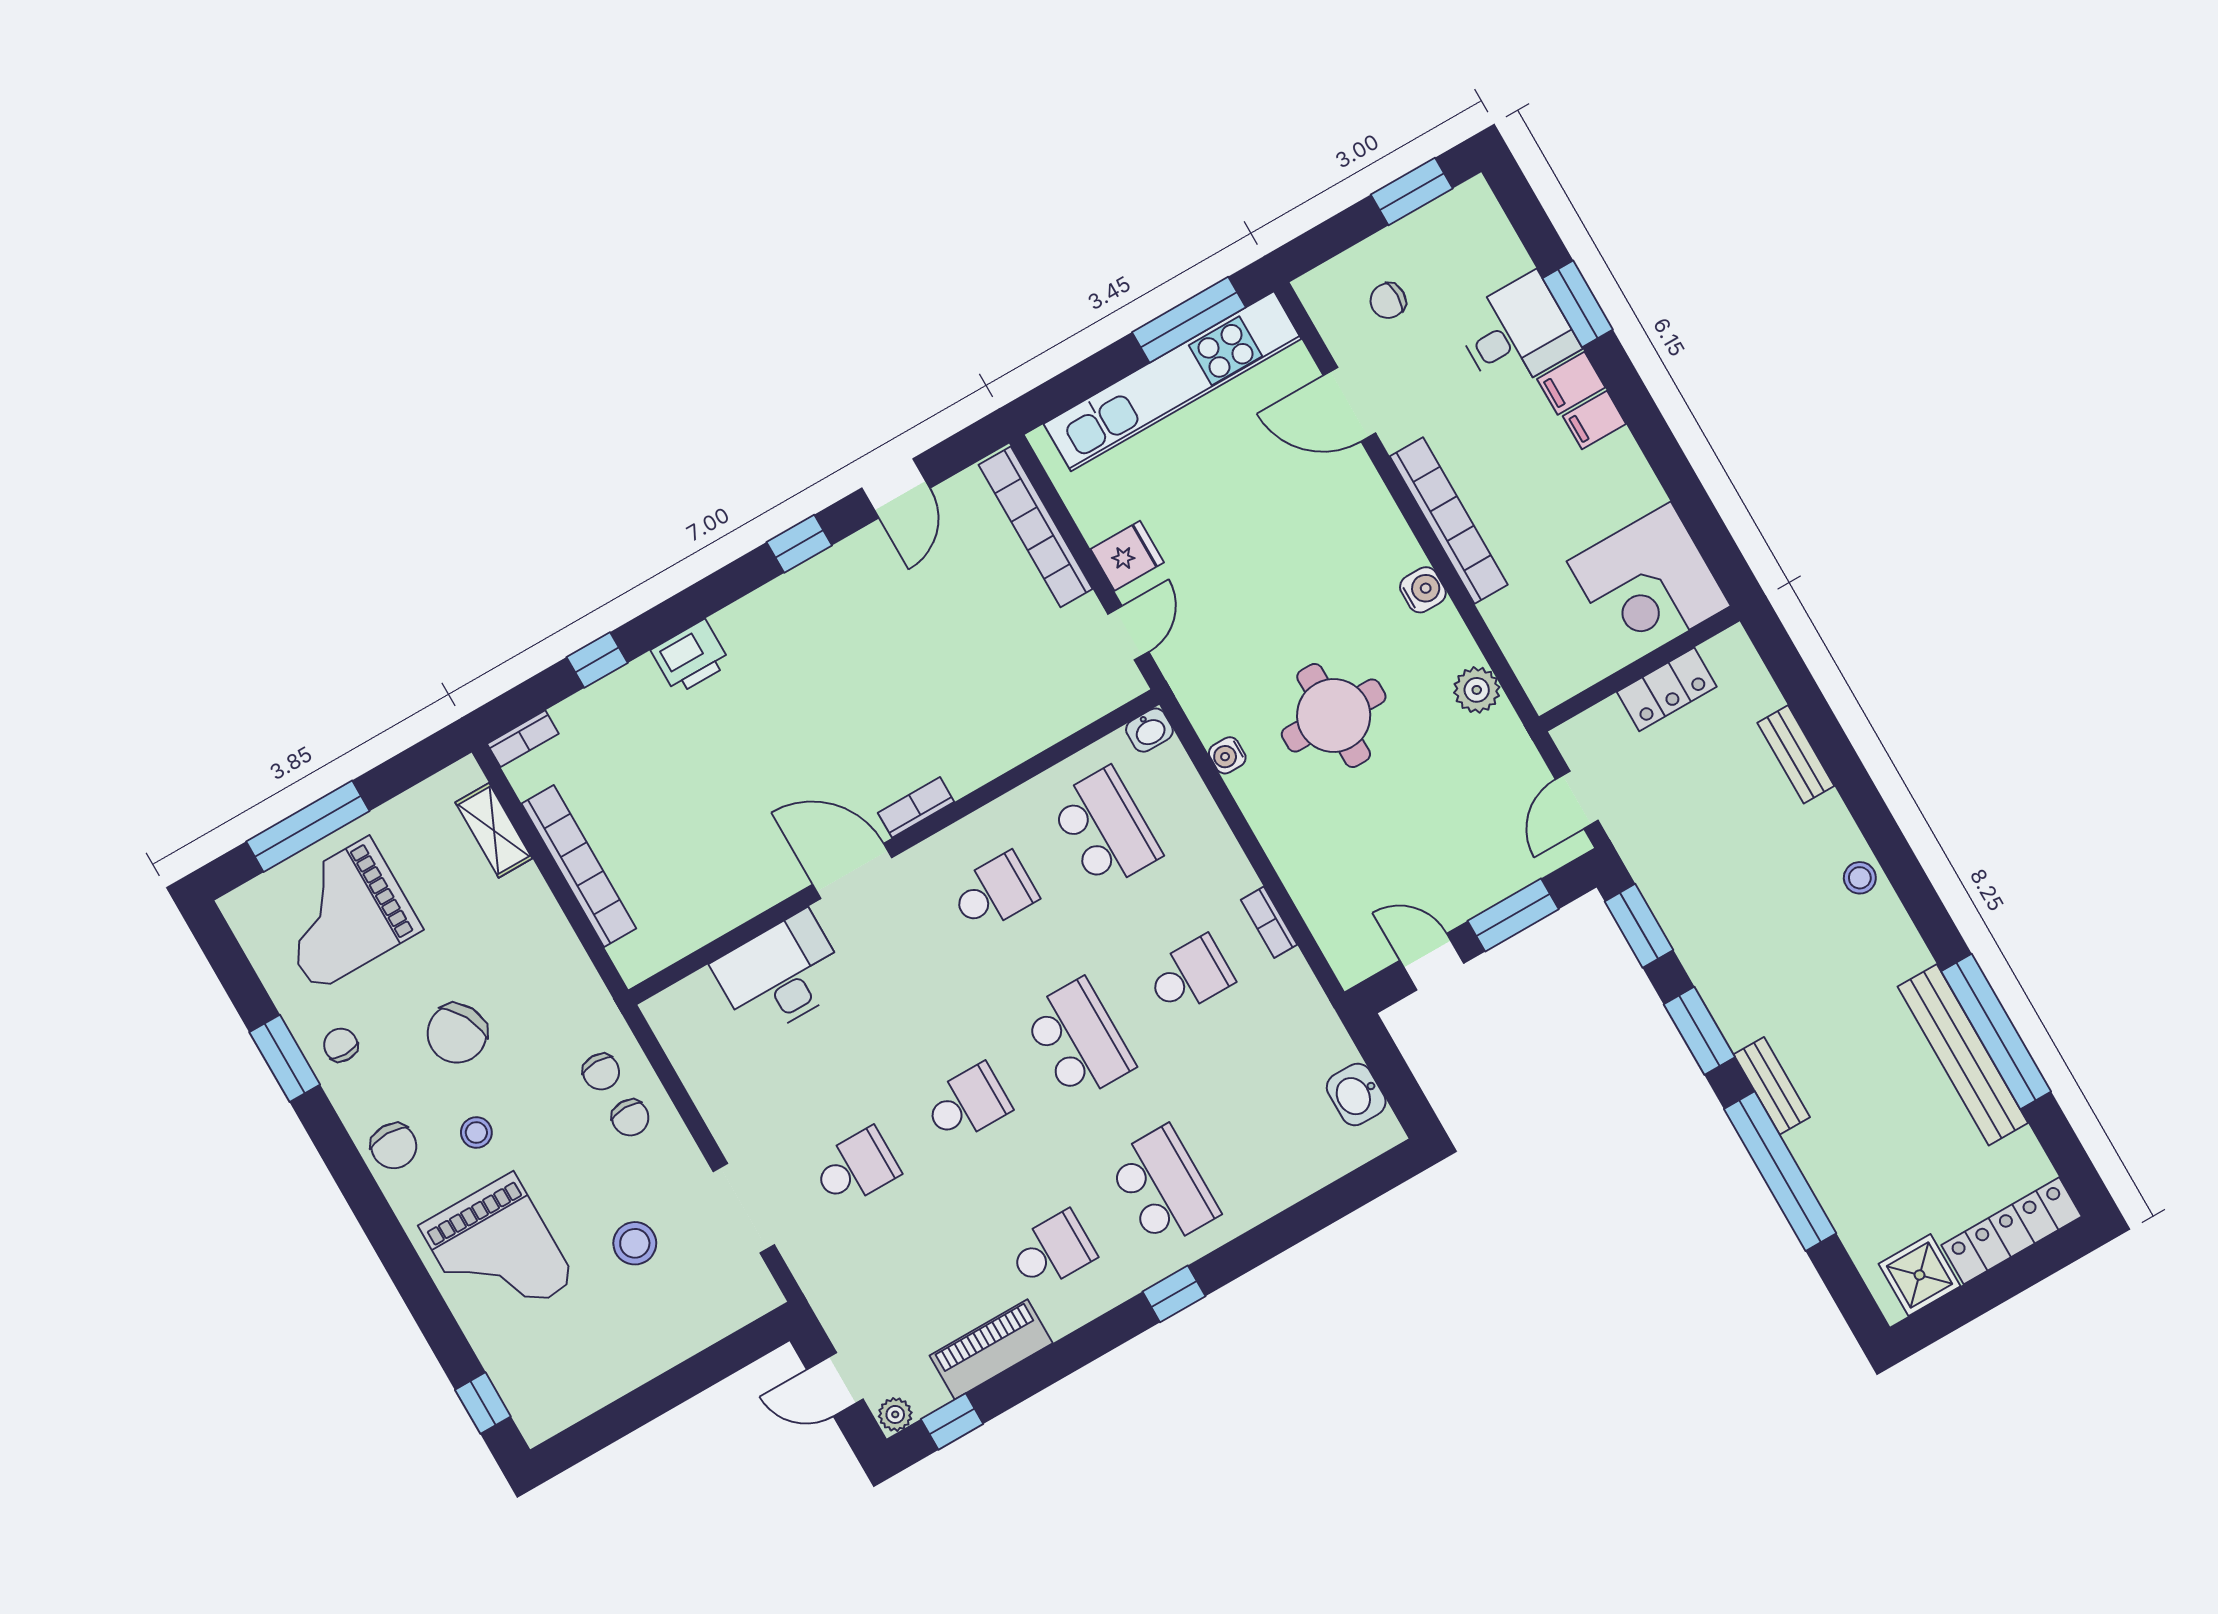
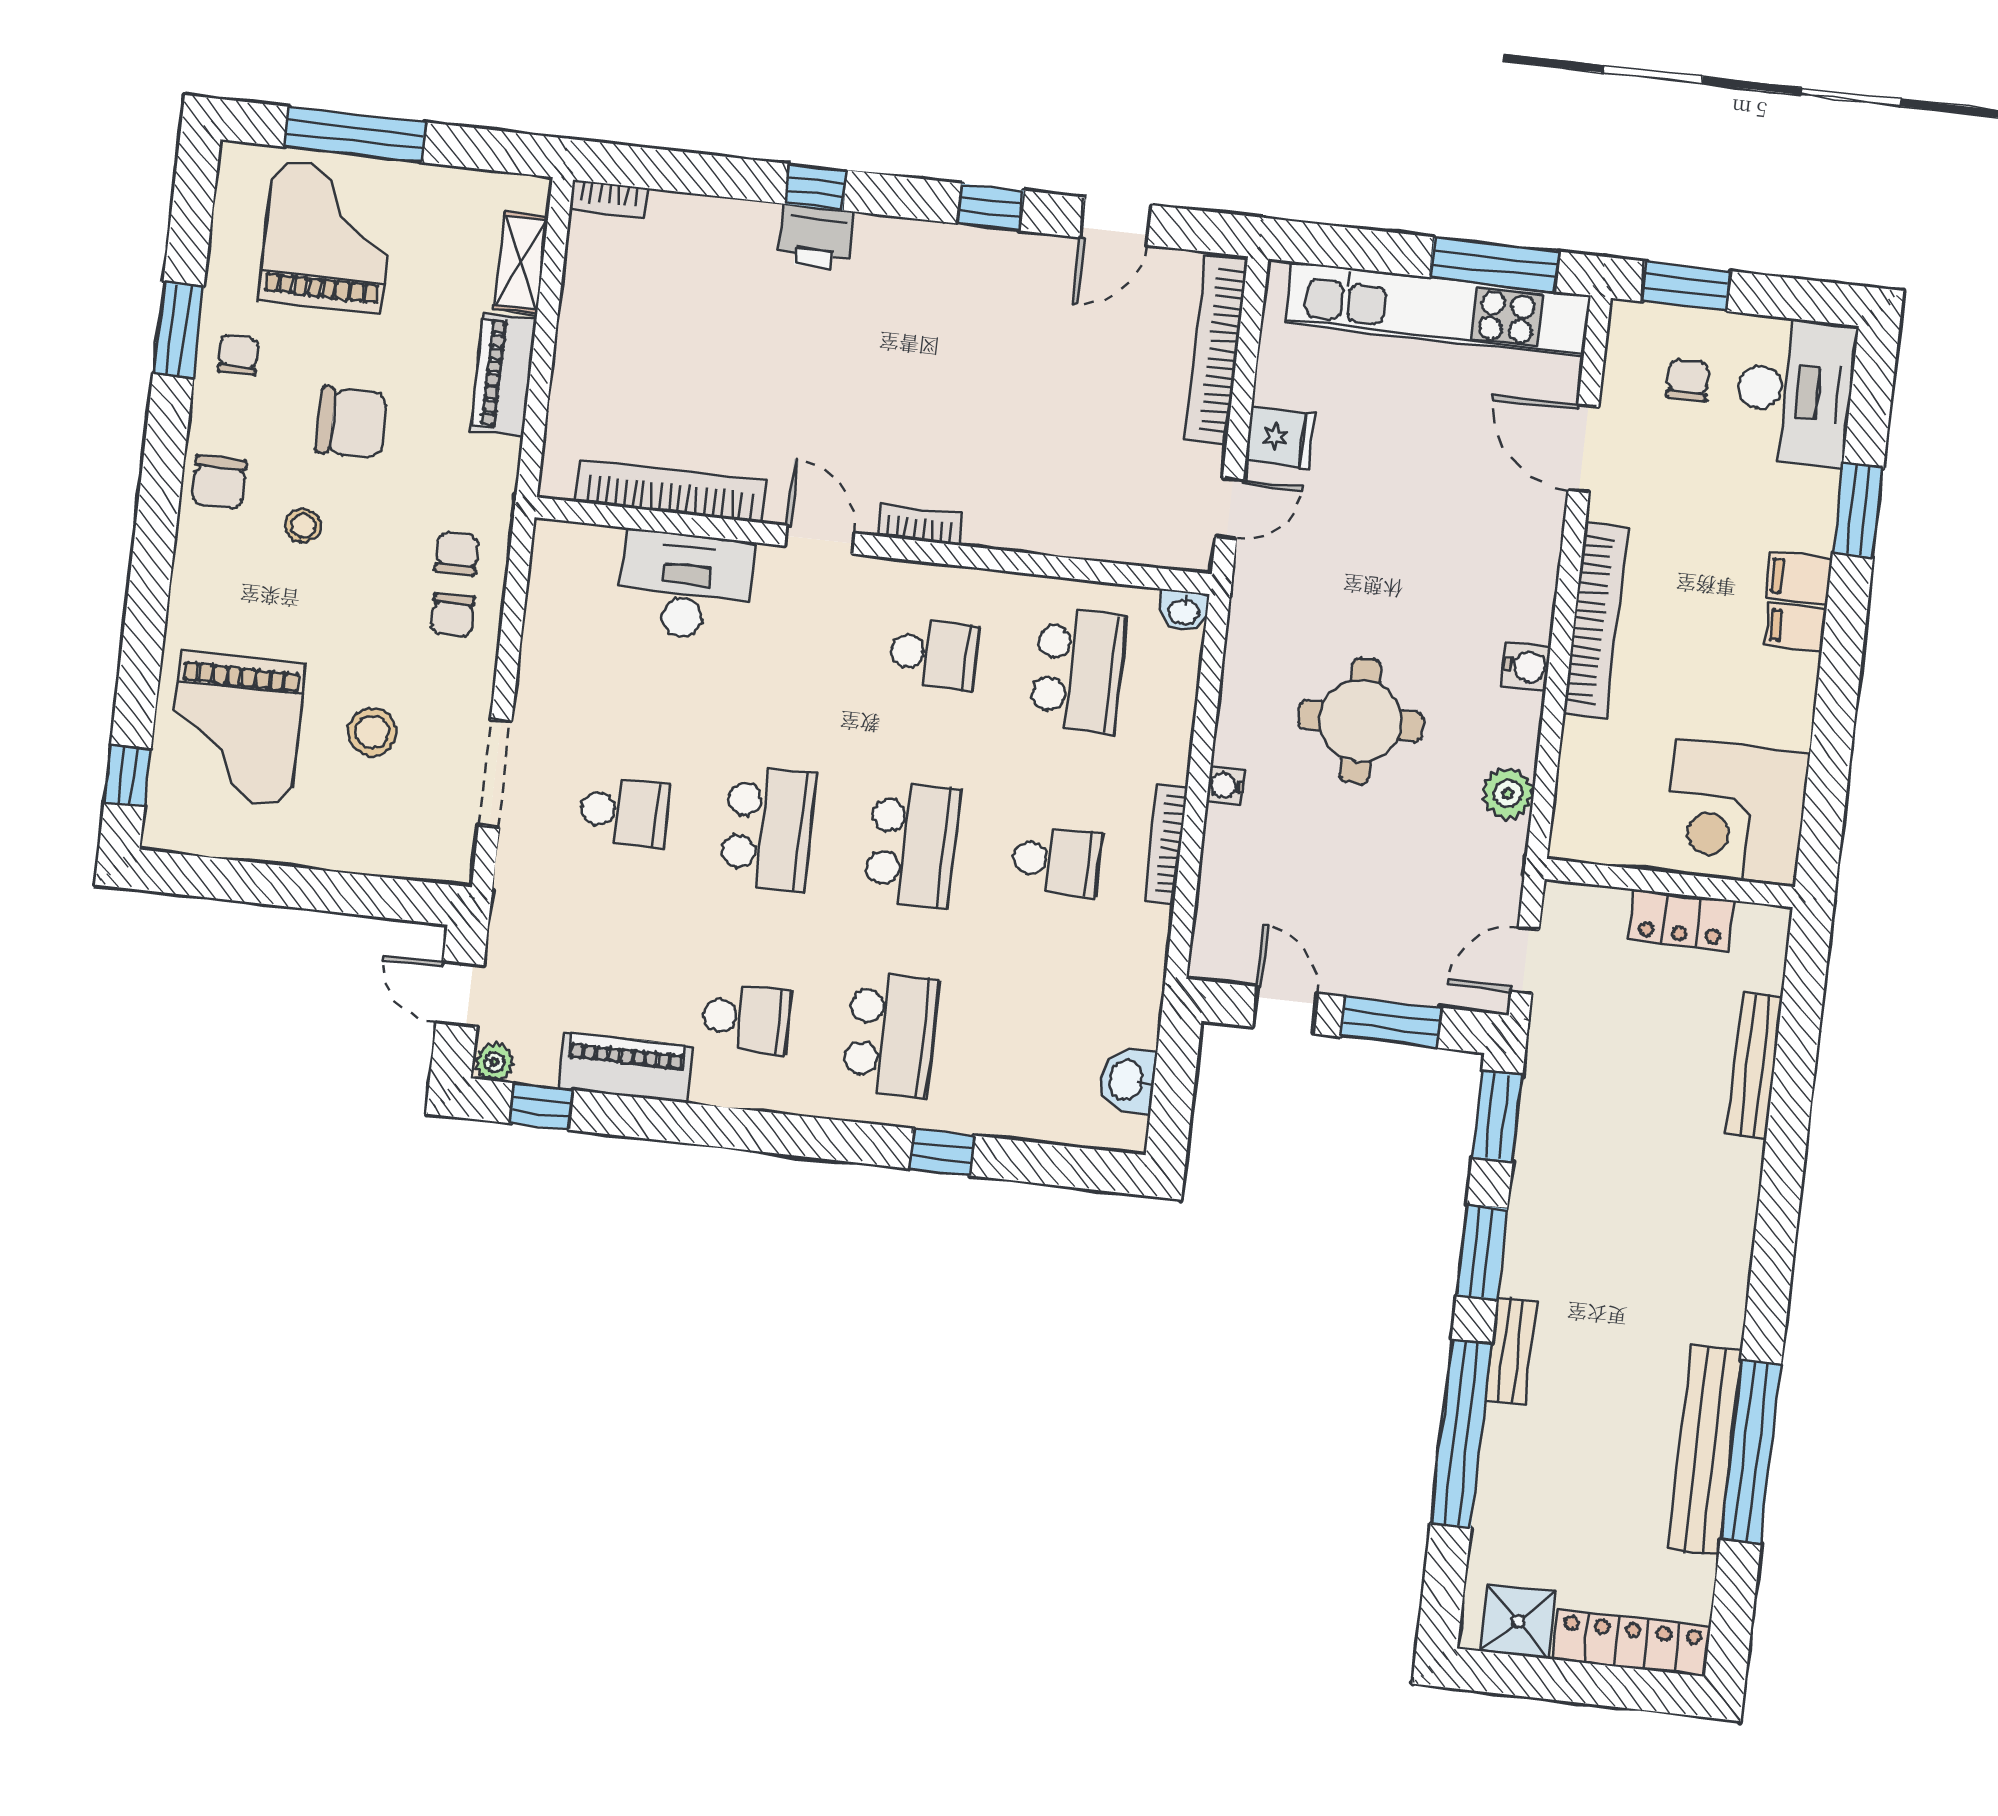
window: (1412, 192) -> (1686, 286), moved
chair: (1388, 301) -> (1688, 380), turned 90
desk: (1517, 333) -> (1795, 391), moved, width x1.37
window: (597, 660) -> (816, 187), moved
bench: (1796, 754) -> (1755, 1066), width x1.36
water cooler: (1227, 755) -> (1226, 786), moved
bookcase: (579, 866) -> (671, 491), moved, turned -90
door: (852, 871) -> (819, 540), width x0.73
stool: (1860, 878) -> (1730, 1221), removed
grand piano: (342, 914) -> (327, 237), turned 90
piano: (540, 919) -> (504, 374), added
bookcase: (1269, 922) -> (1166, 844), width x1.56
chair: (457, 1033) -> (352, 423), turned -152
chair: (601, 1072) -> (457, 554), turned 180
school desk: (967, 1104) -> (768, 828), width x1.85
grand piano: (497, 1253) -> (236, 729), moved
window: (1174, 1294) -> (942, 1152), moved

